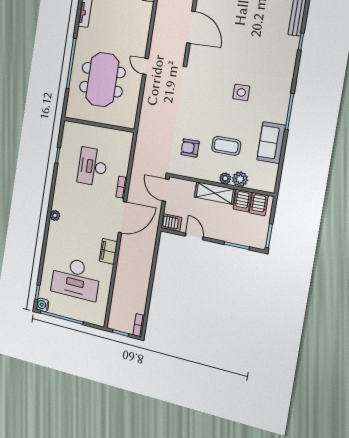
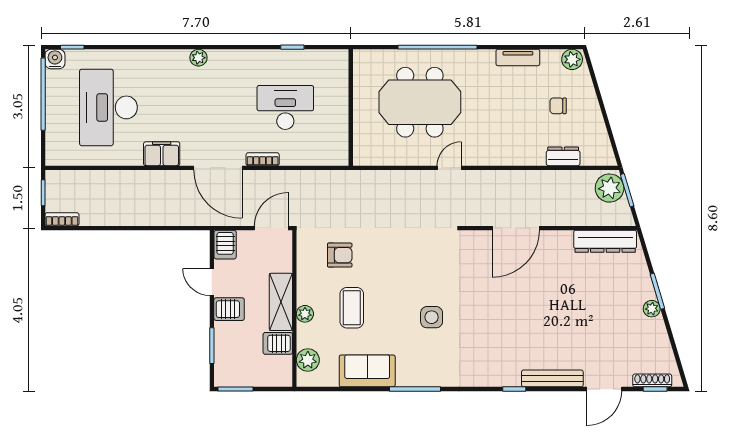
armchair: (190, 148) -> (340, 255), turned 90
plant: (240, 179) -> (308, 360), moved
server rack: (259, 204) -> (229, 309), moved, turned 180
door: (194, 236) -> (212, 282), swing flipped

